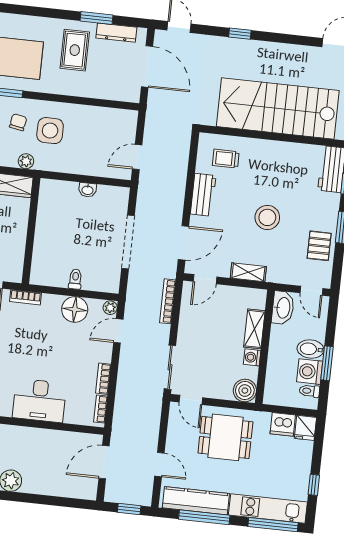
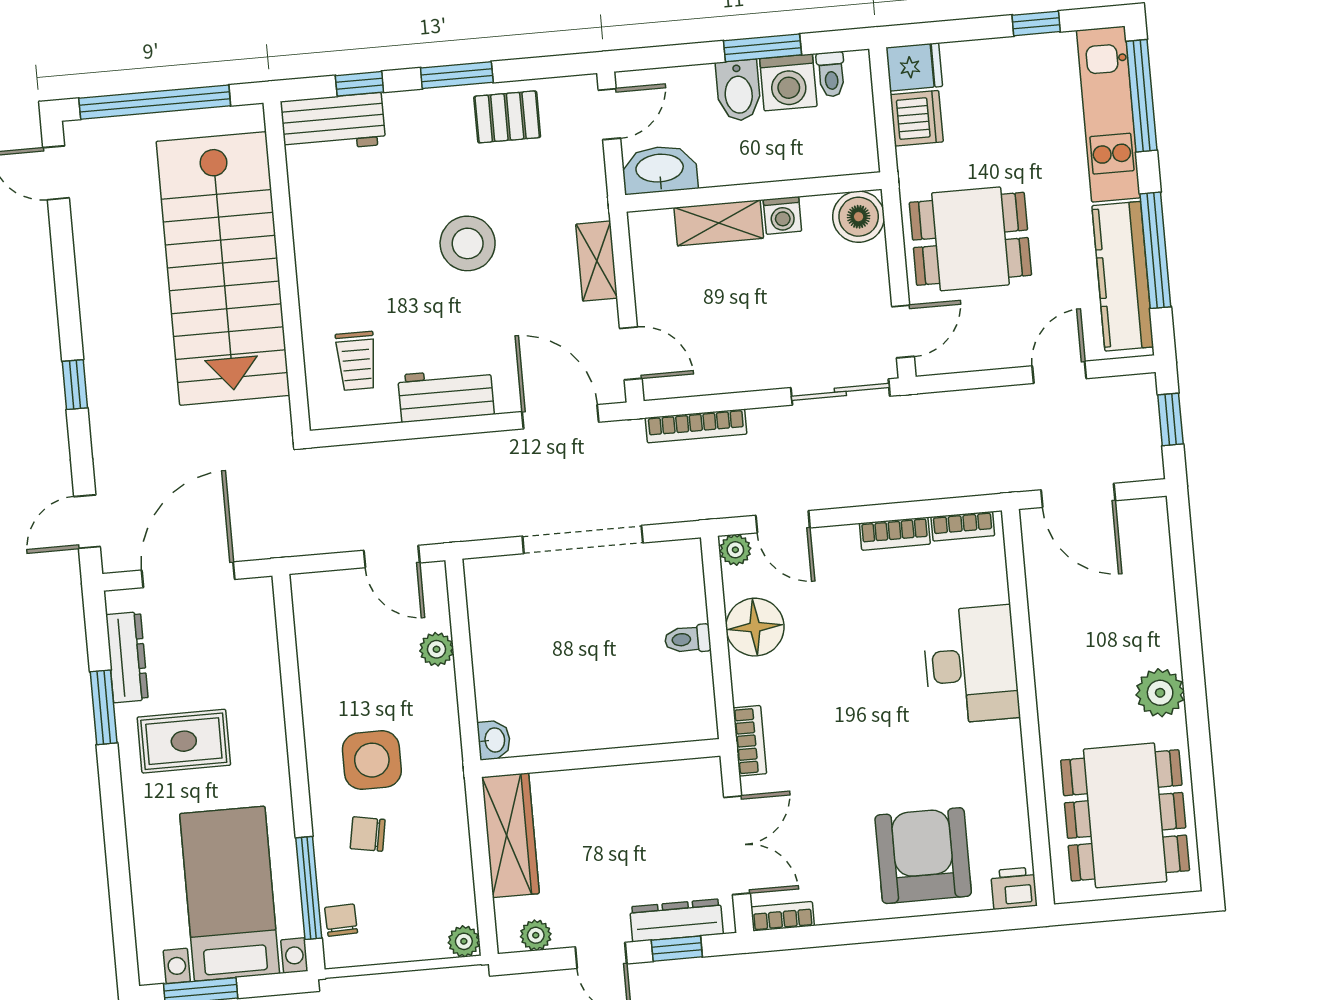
plant: (26, 161) -> (437, 649), moved
washbasin: (88, 190) -> (494, 740), moved
dining table: (225, 437) -> (970, 239), turned 90

